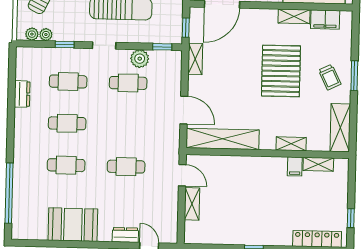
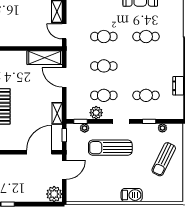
plant: (32, 34) -> (85, 128), moved
cafe table: (67, 123) -> (104, 66), moved
shelving: (223, 139) -> (45, 58), width x0.68

